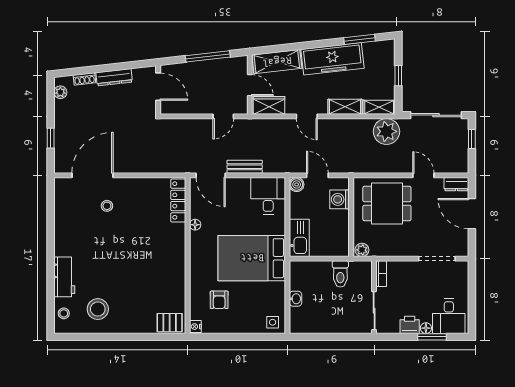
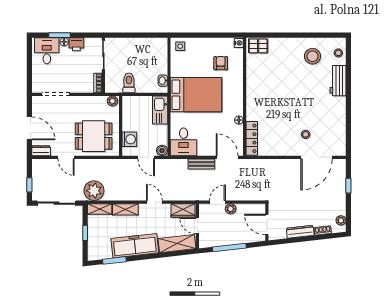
plant: (206, 108) -> (231, 209), added
washbasin: (295, 299) -> (163, 81), moved

